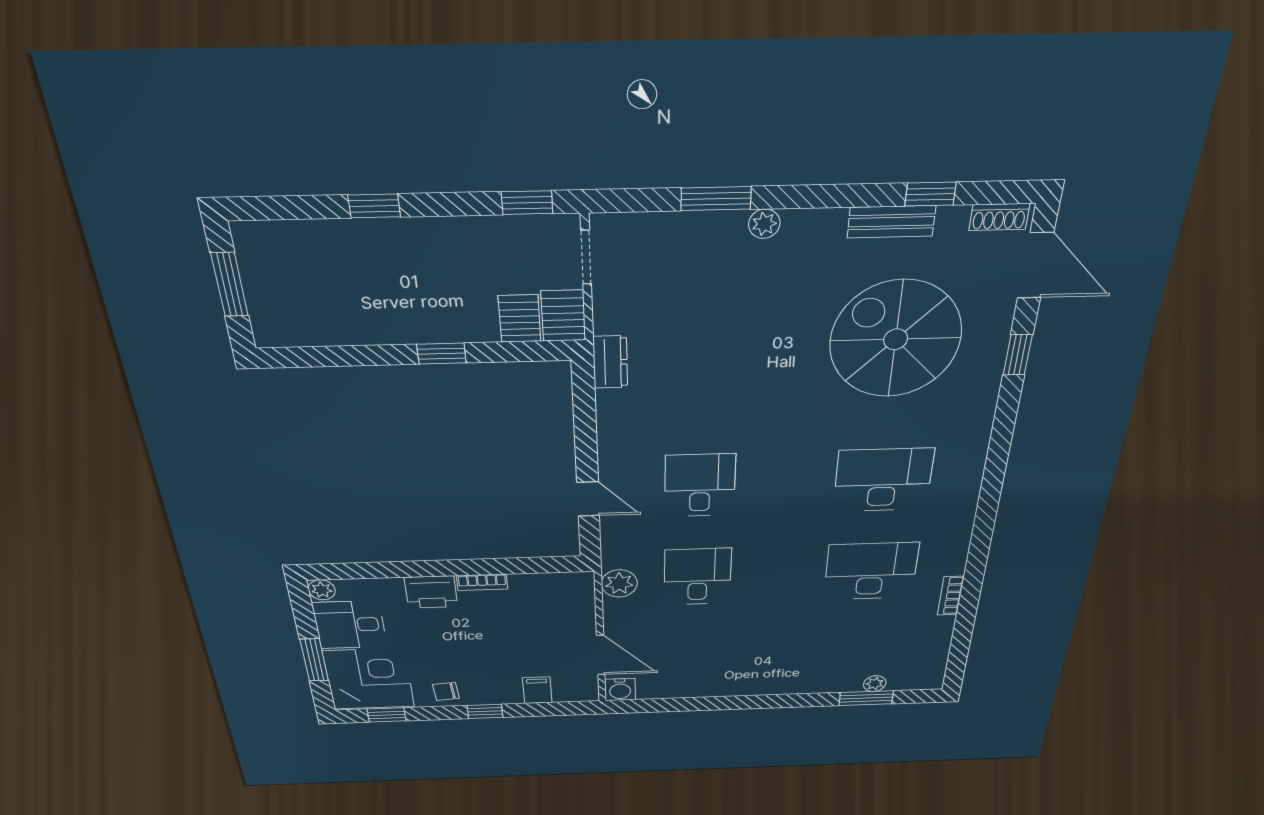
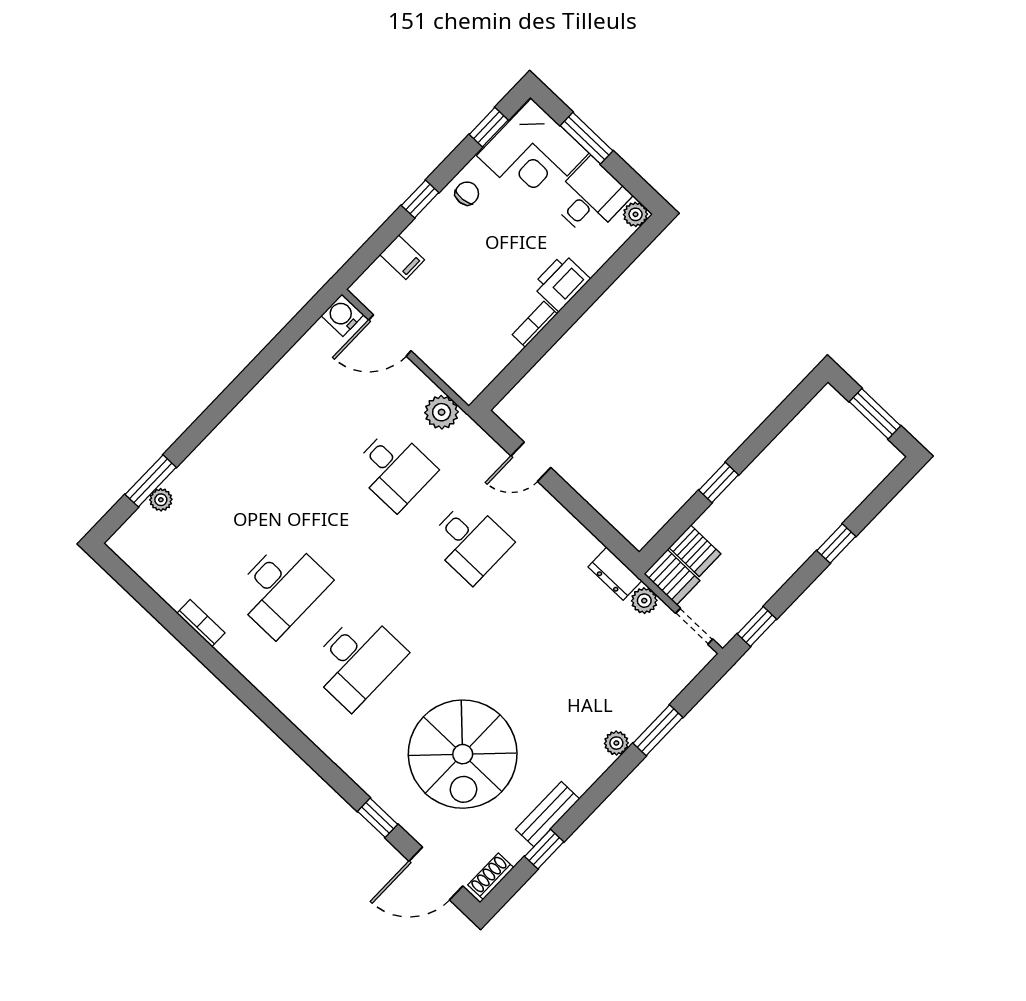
plant: (608, 319) -> (644, 601), added
spiral stairs: (896, 339) -> (463, 754), turned 90

